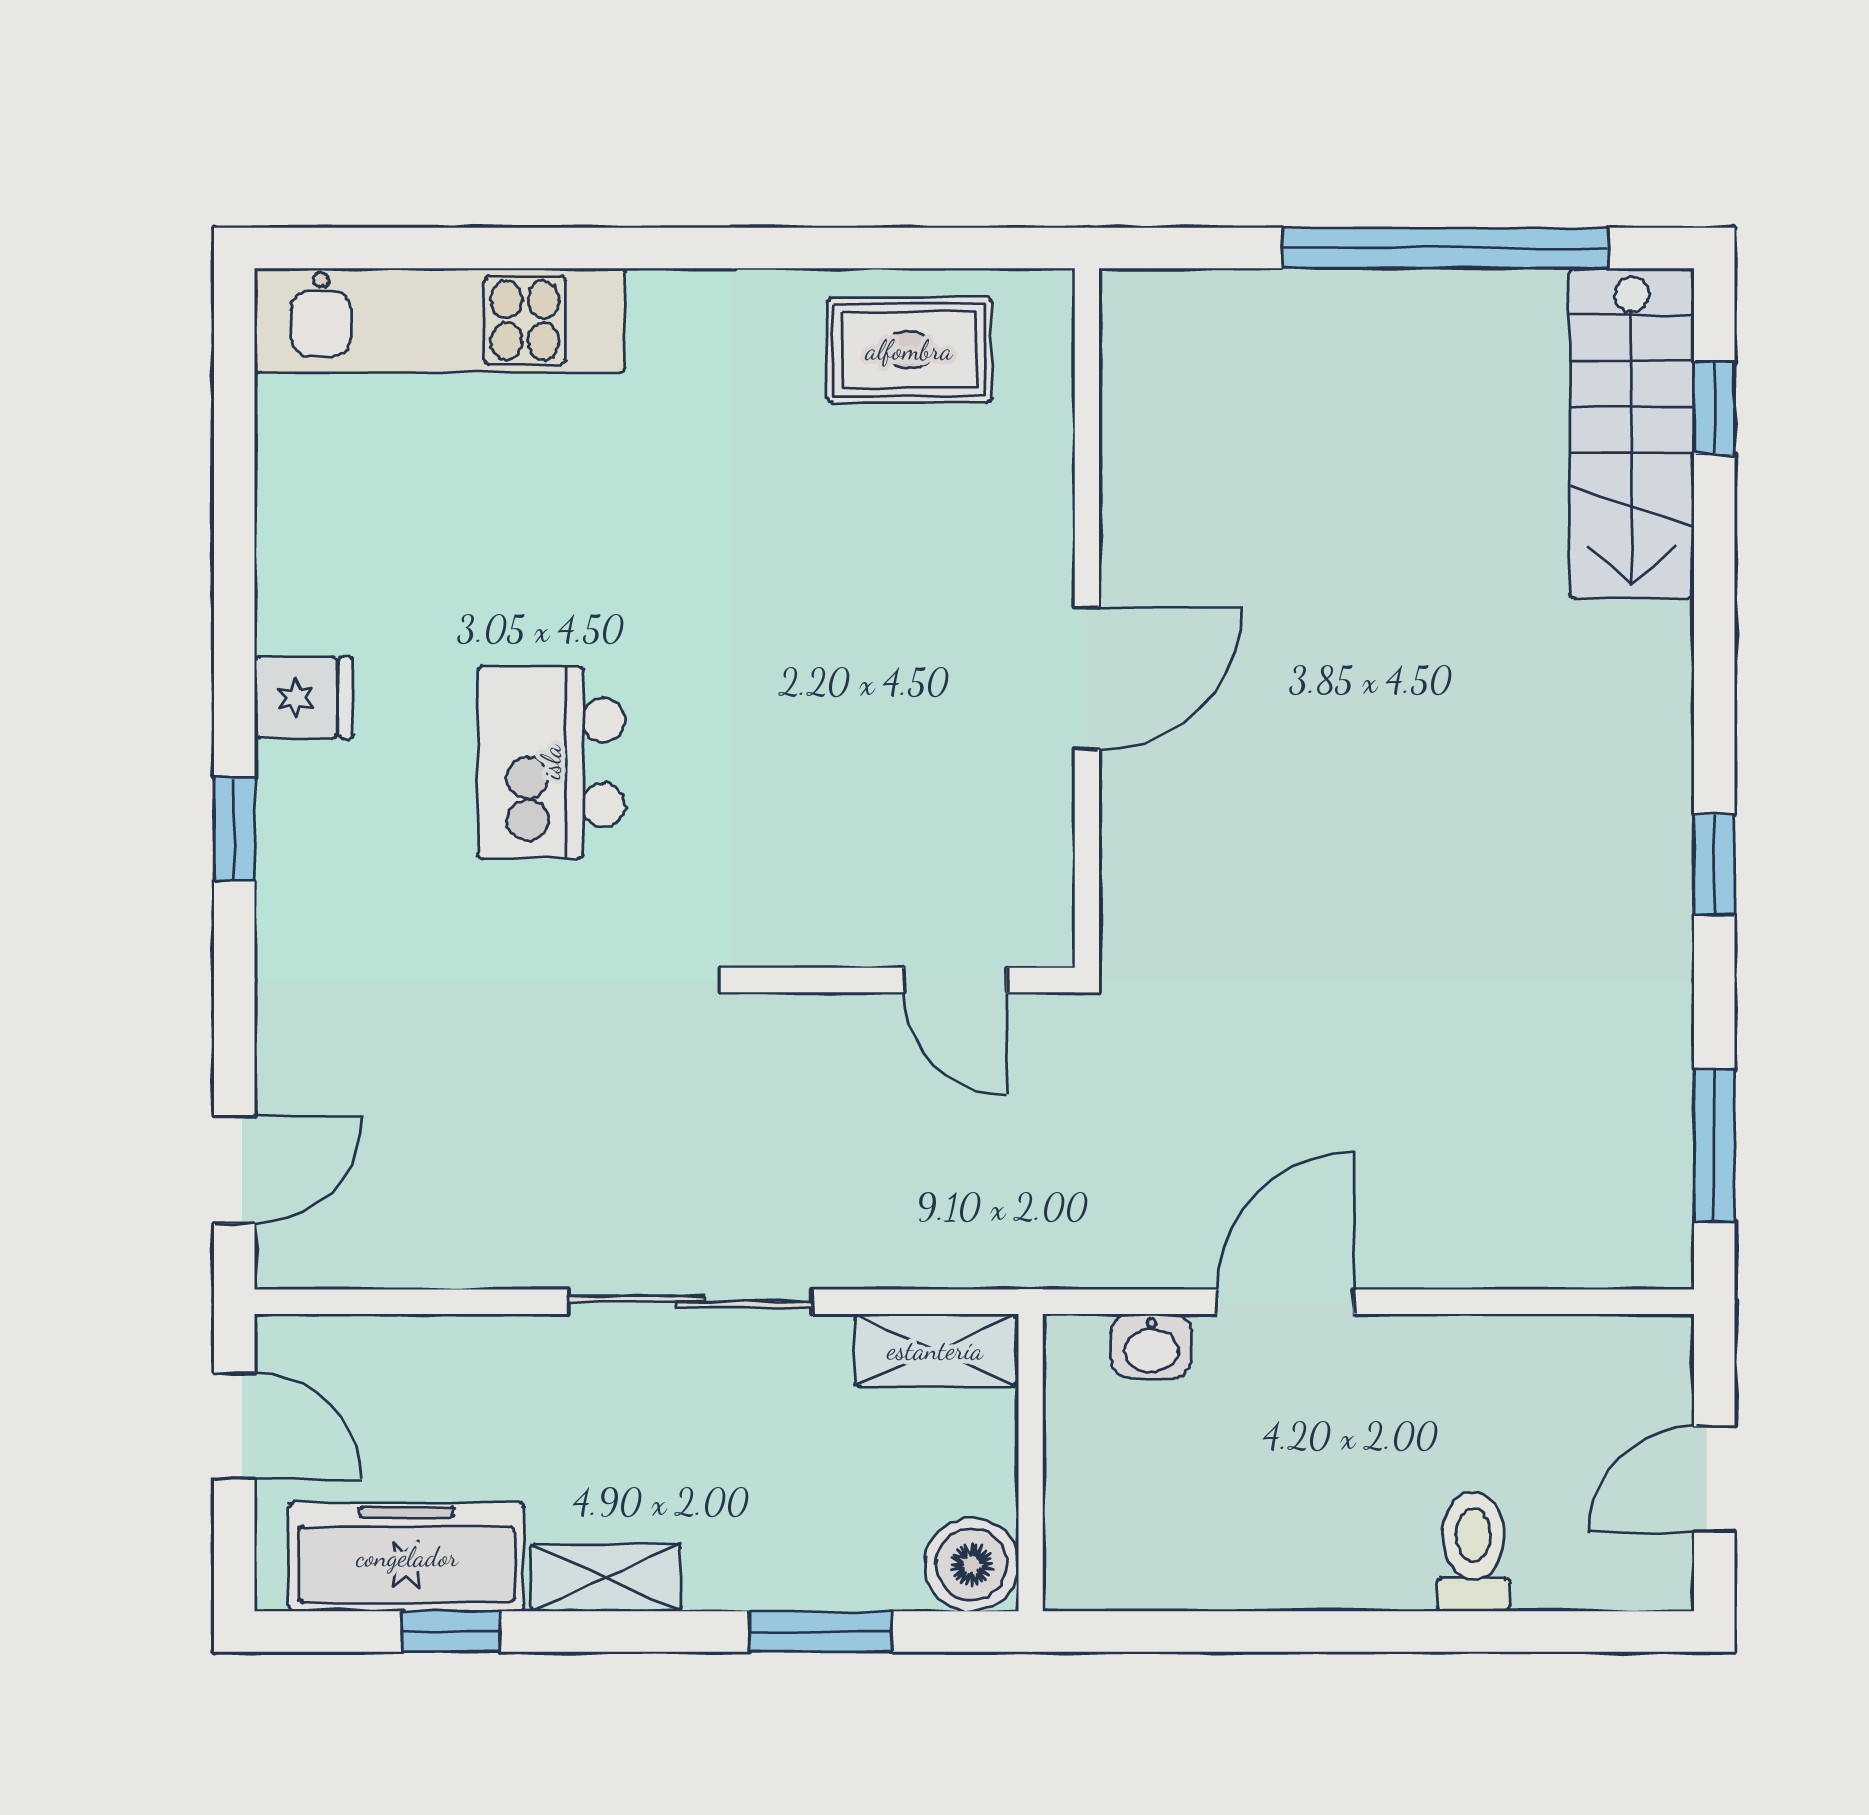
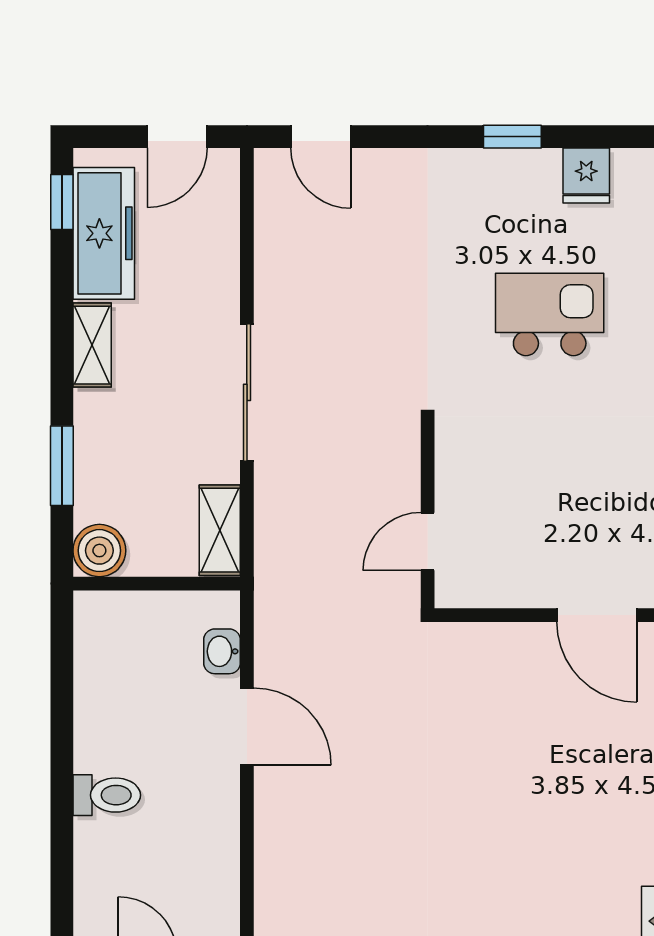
toilet: (1473, 1551) -> (107, 795), moved
window: (451, 1632) -> (62, 202), moved

